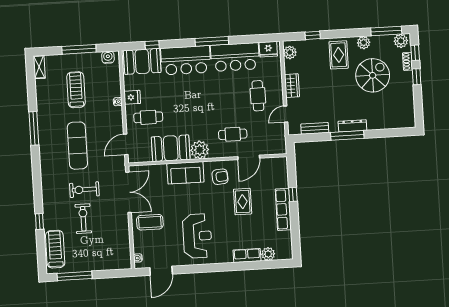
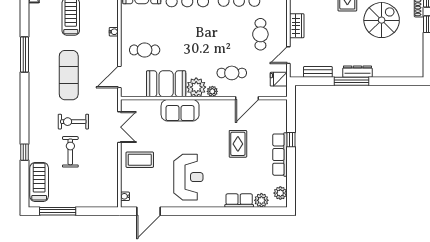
fridge: (132, 97) -> (279, 79), moved, turned 180
plant: (215, 153) -> (212, 91), added
armchair: (220, 177) -> (216, 116), removed
double door: (129, 192) -> (119, 127), width x0.73
plant: (286, 246) -> (280, 193), added

